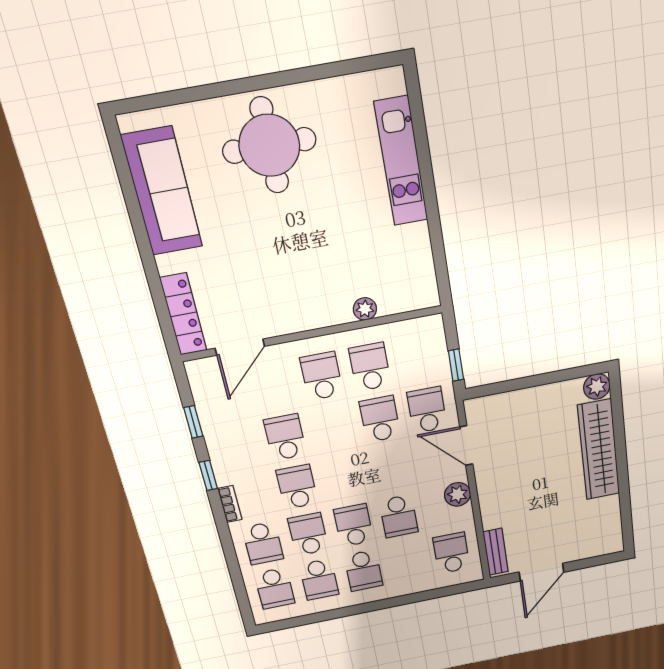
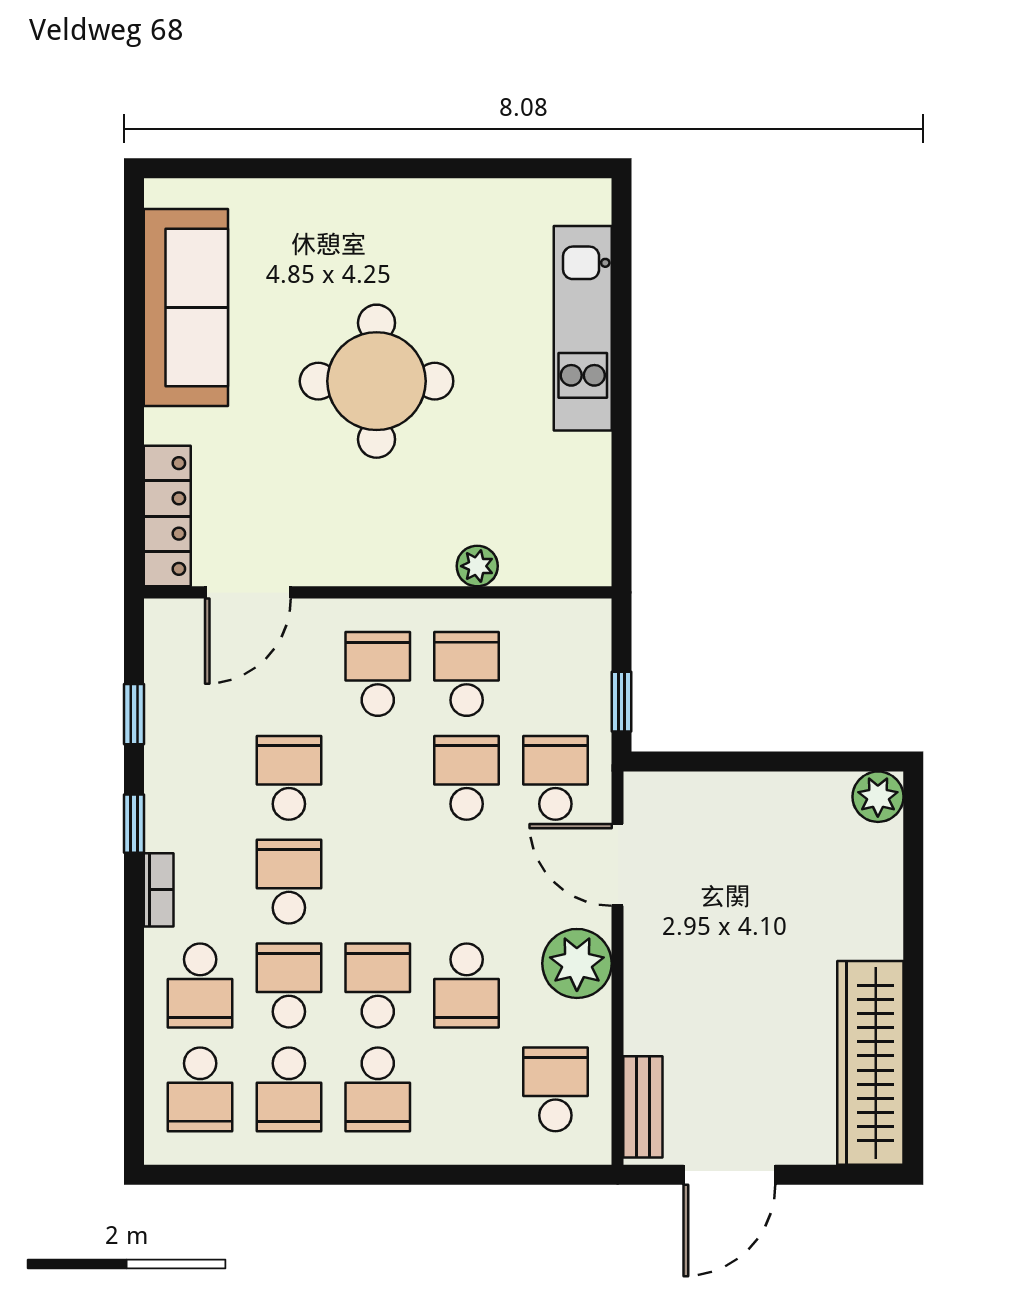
round table: (269, 145) -> (377, 381), moved
wardrobe: (599, 450) -> (870, 1063), moved
plant: (458, 494) -> (577, 963), width x1.36, depth x1.36

